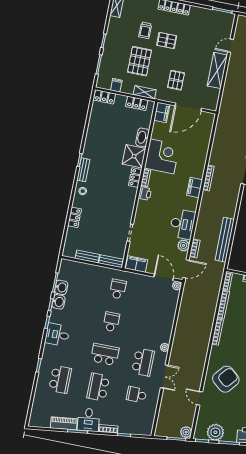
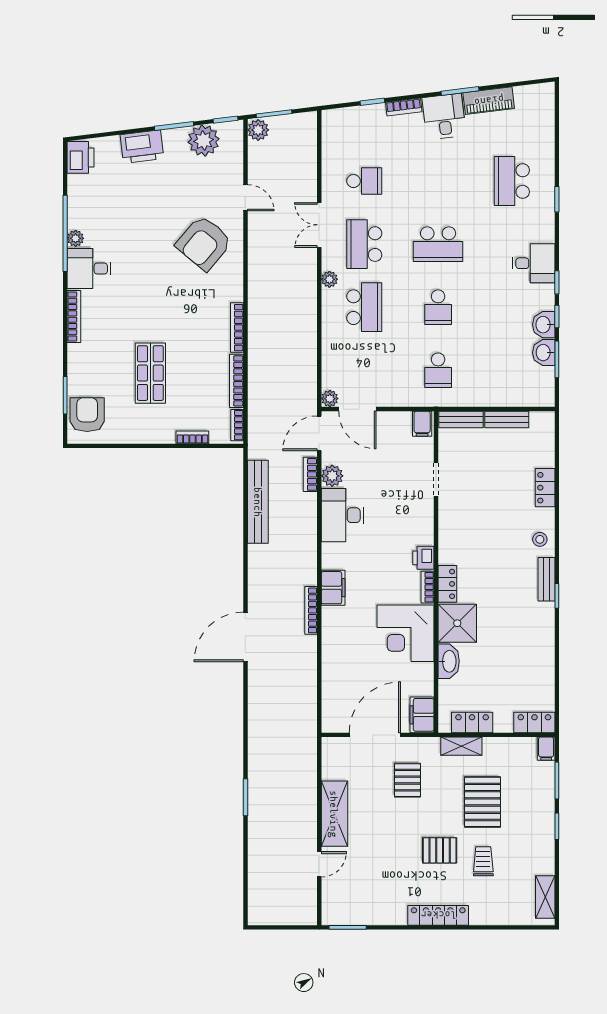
filing cabinet: (116, 85) -> (546, 749), moved
filing cabinet: (137, 264) -> (422, 424), width x0.50
school desk: (98, 387) -> (364, 307), moved

